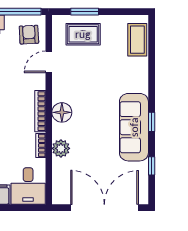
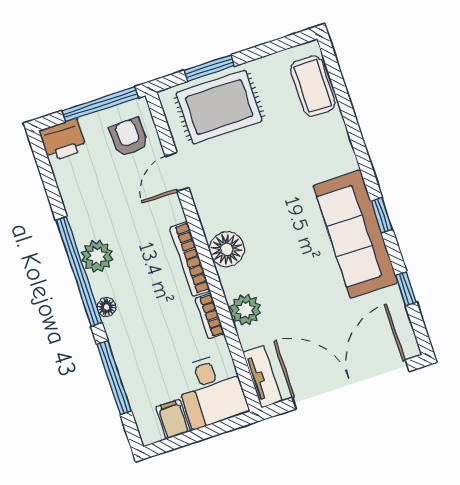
rug: (83, 34) -> (219, 107), width x1.36, depth x1.43
tv unit: (58, 188) -> (262, 377), added

